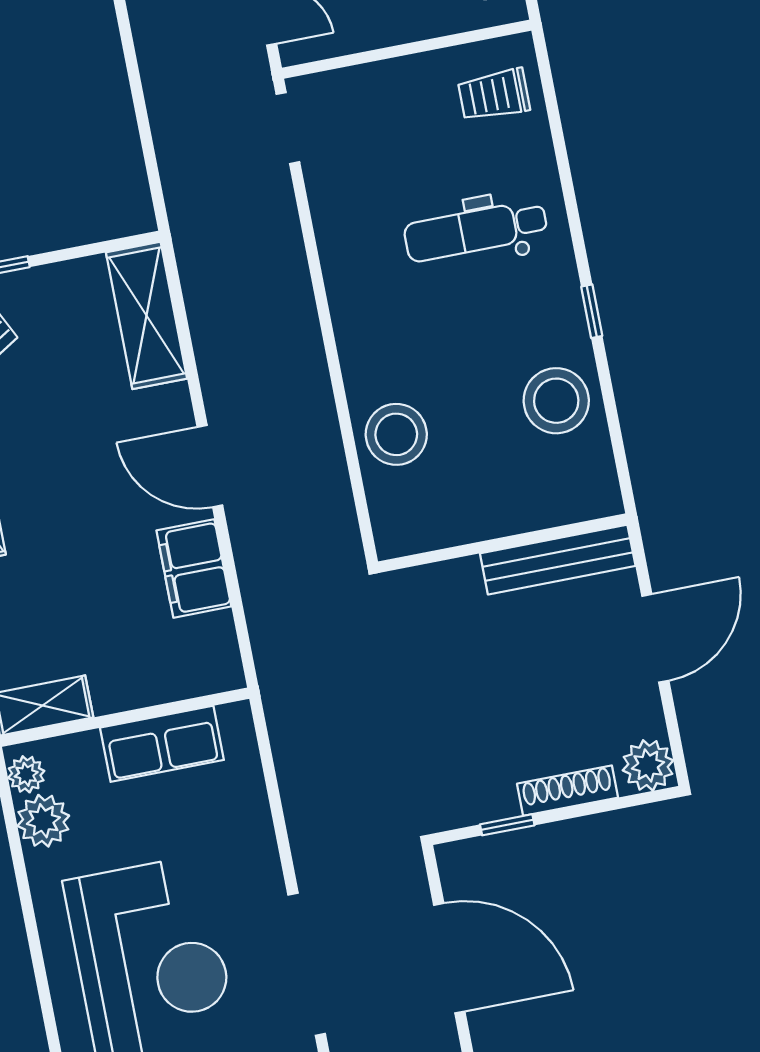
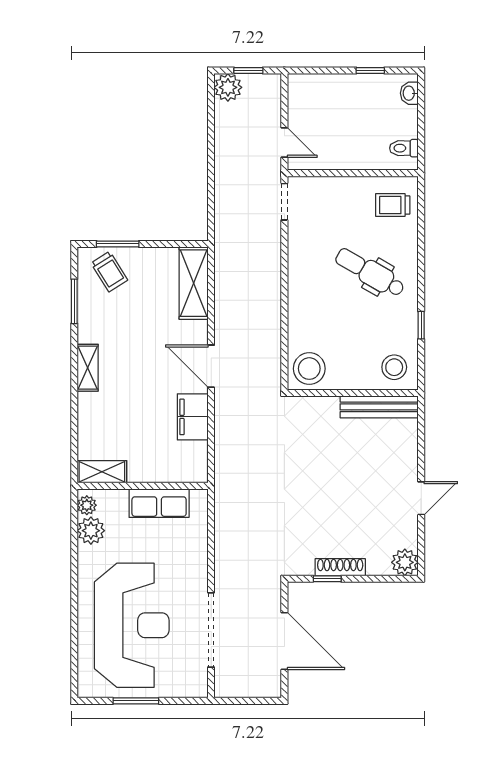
dental chair: (476, 231) -> (370, 272), turned 30
stool: (556, 401) -> (394, 367), width x0.73, depth x0.73
wall: (503, 543) -> (353, 393), moved
bench: (558, 560) -> (379, 407), moved
door: (655, 638) -> (421, 498), width x0.73
shoe rack: (568, 791) -> (340, 567), moved

